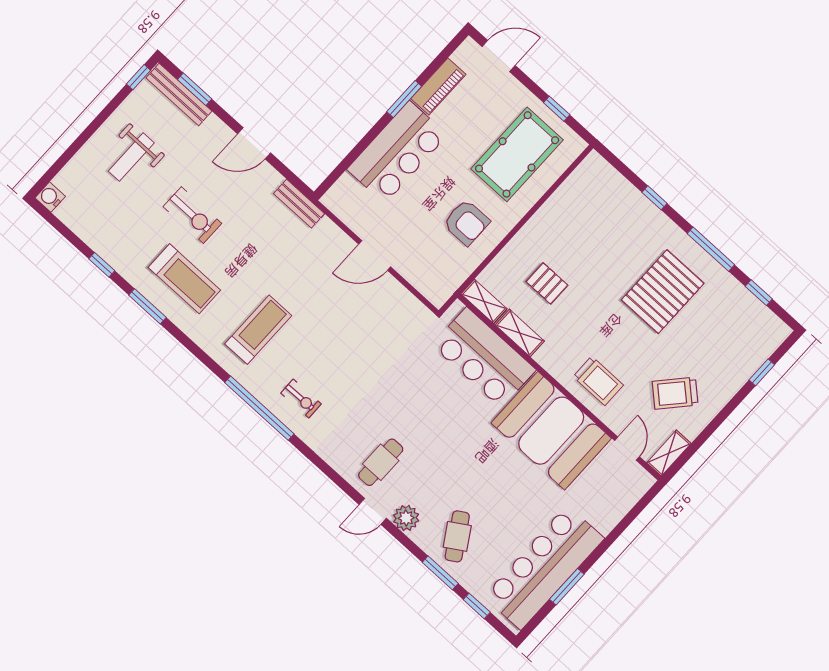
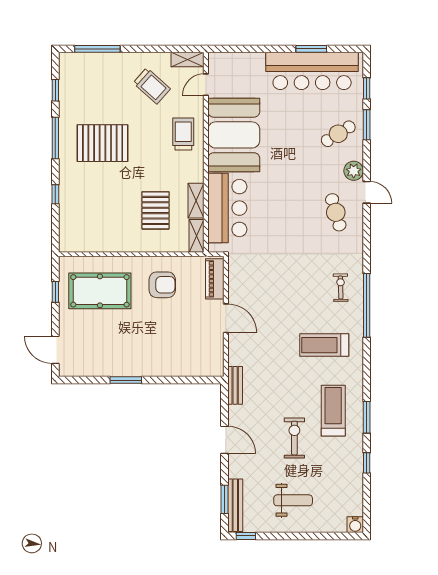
piano: (438, 86) -> (215, 279), moved, turned -90
bar counter: (397, 152) -> (158, 357), removed
armchair: (466, 222) -> (162, 285), turned 90
pallet: (547, 283) -> (156, 210), width x1.50, depth x1.42
window: (762, 372) -> (97, 49), width x2.17
cafe table: (381, 462) -> (336, 212), turned 74

